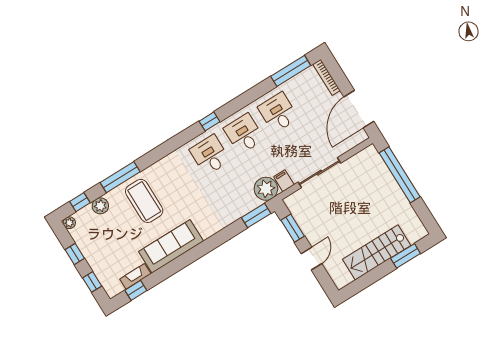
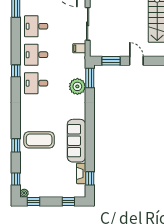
window: (120, 177) -> (16, 145), width x0.46
plant: (266, 189) -> (77, 86), moved
plant: (100, 206) -> (26, 168), removed
window: (75, 254) -> (33, 202), moved

